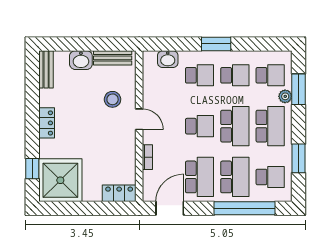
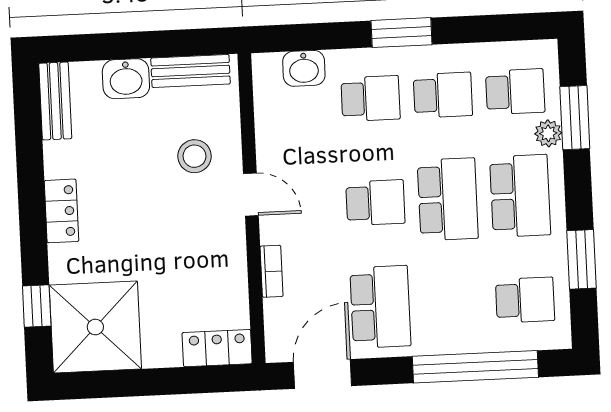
school desk: (235, 177) -> (453, 303), removed

